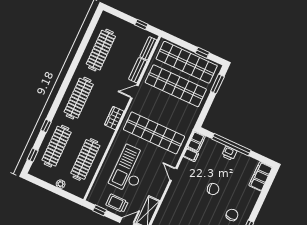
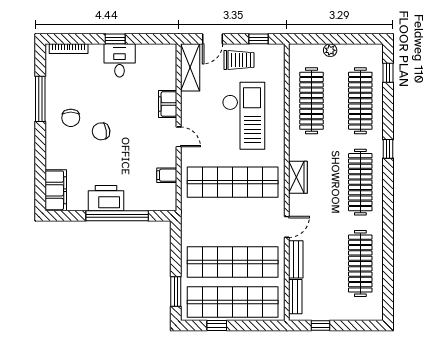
window: (46, 126) -> (388, 149), moved
filing cabinet: (196, 142) -> (168, 104), moved
printer: (229, 153) -> (106, 198), width x1.87, depth x1.48
chair: (213, 189) -> (101, 131), moved

